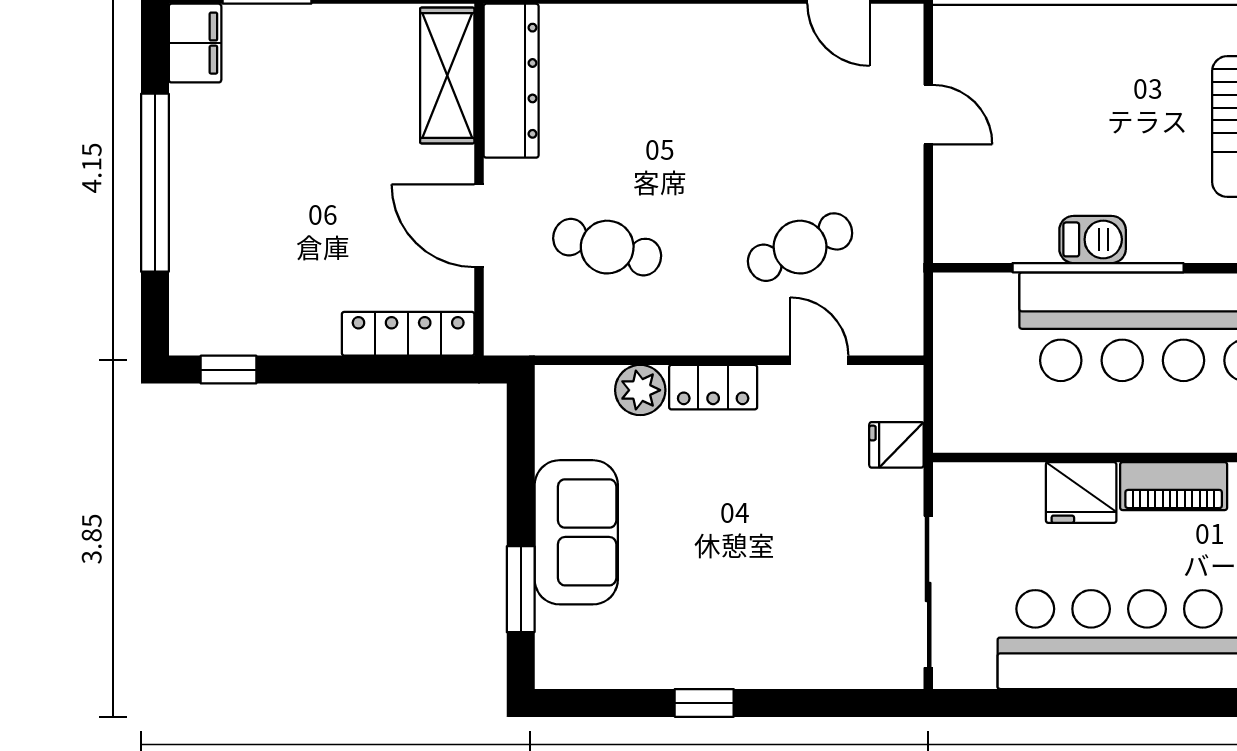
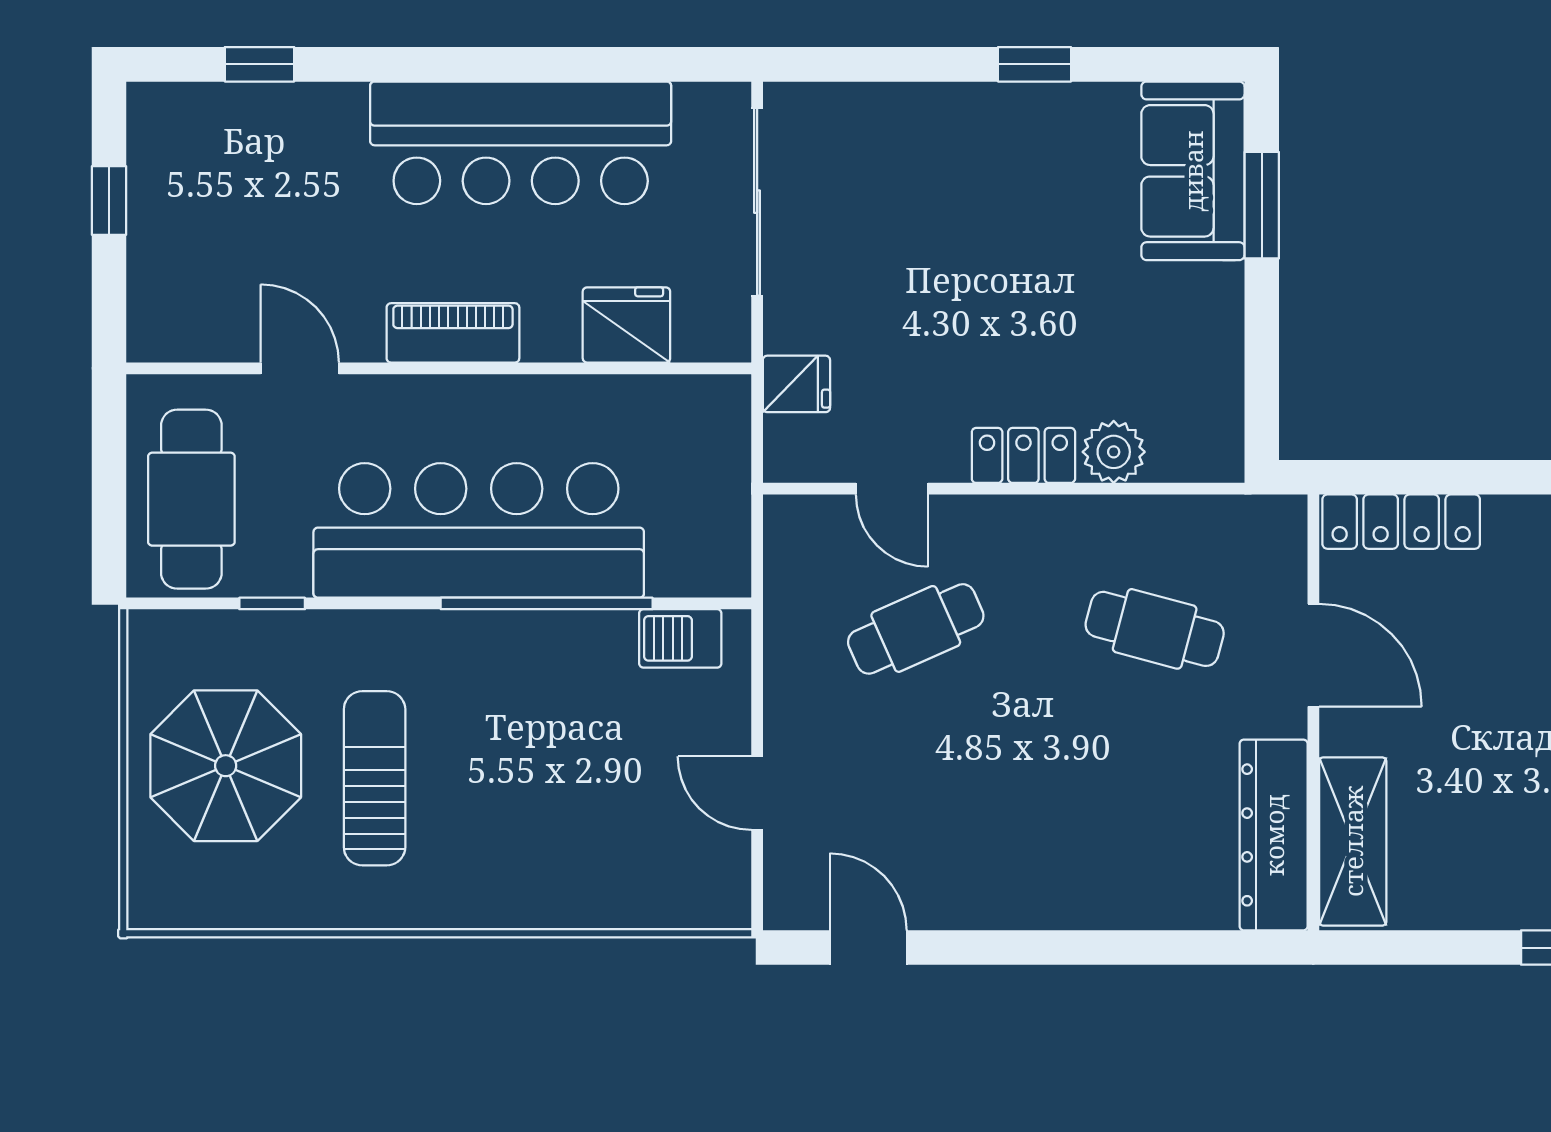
barbecue: (1093, 239) -> (680, 638), moved
fridge: (1081, 493) -> (626, 325), moved
sofa: (576, 532) -> (1193, 171), moved

